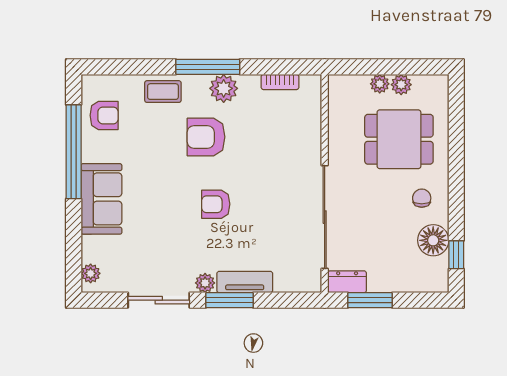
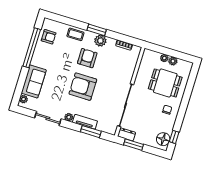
window: (208, 67) -> (97, 30), width x0.69
armchair: (206, 137) -> (87, 58), turned 90
sofa: (101, 199) -> (34, 82), moved
armchair: (216, 204) -> (83, 87), width x1.88, depth x1.88
floor lamp: (433, 240) -> (163, 139), moved
window: (229, 300) -> (91, 132), moved

